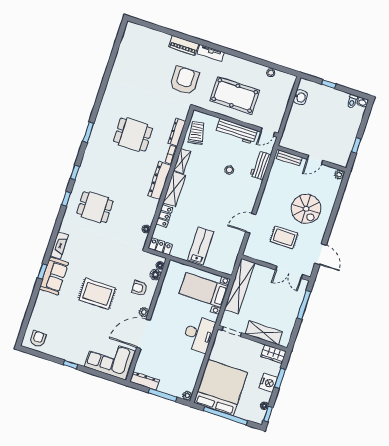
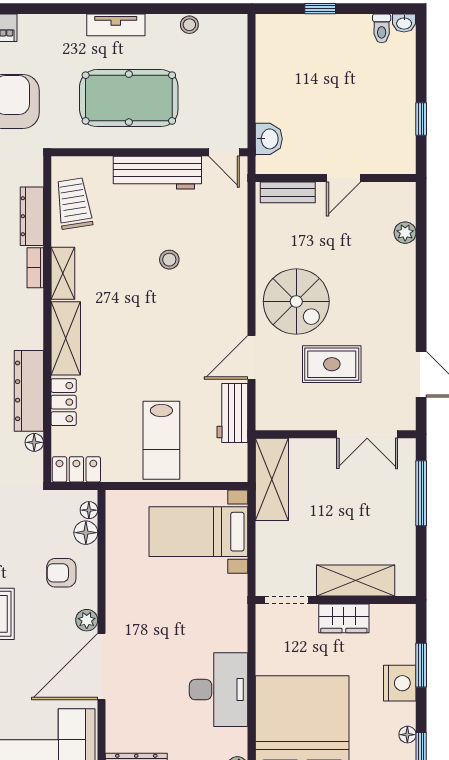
tv unit: (211, 53) -> (116, 25), moved
washbasin: (300, 97) -> (269, 139), moved
door: (268, 132) -> (224, 152), hinge flipped
workbench: (261, 165) -> (232, 413), moved
plant: (339, 175) -> (405, 233), moved
dresser: (160, 180) -> (29, 391), moved
spiral stairs: (306, 209) -> (296, 302), moved
lab bench: (201, 246) -> (161, 440), turned 180
shelving: (240, 286) -> (272, 479), width x0.68
desk: (199, 334) -> (219, 690), moved
wardrobe: (274, 354) -> (344, 618), moved

